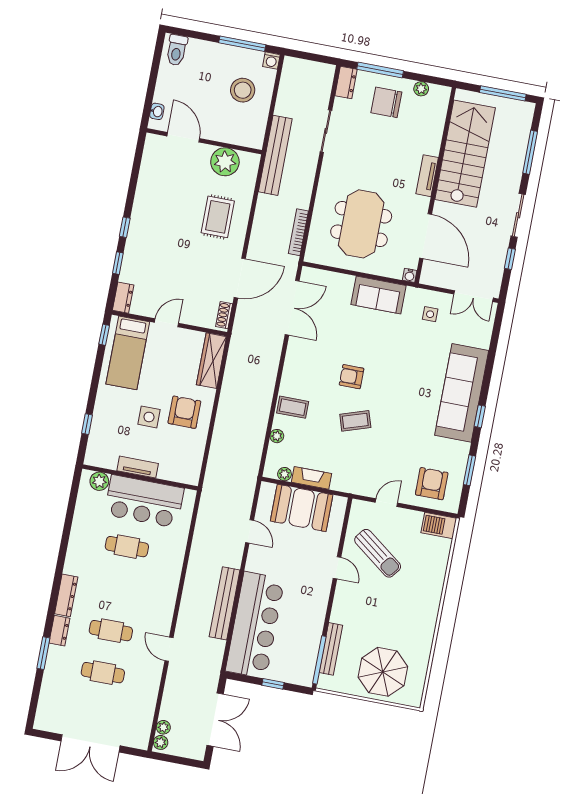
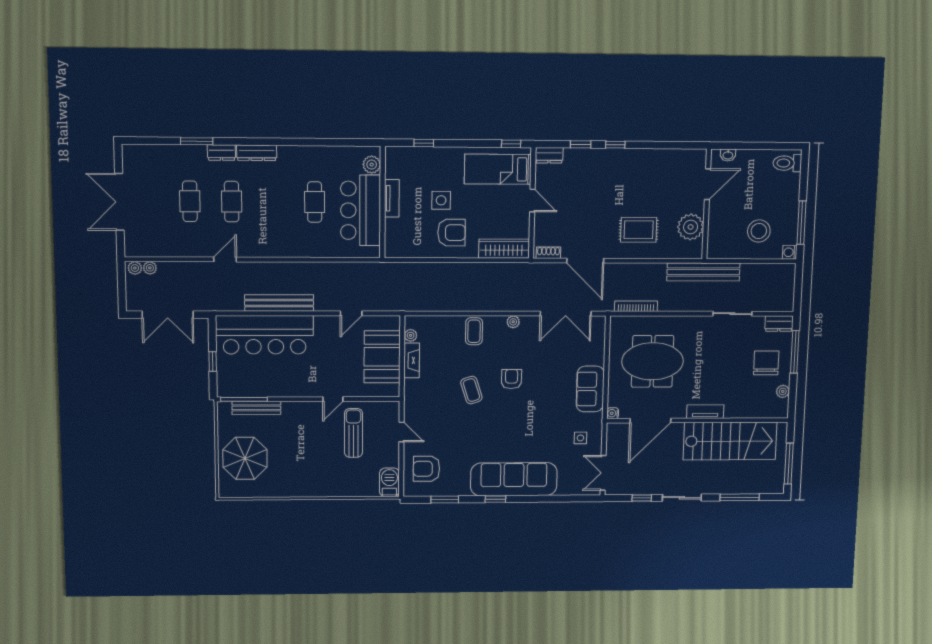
plant: (277, 436) -> (513, 322), moved
armchair: (432, 484) -> (426, 469), turned 180
sun lounger: (378, 553) -> (353, 433), turned 143

